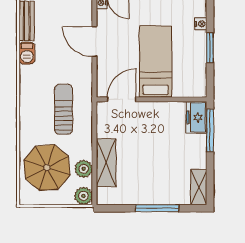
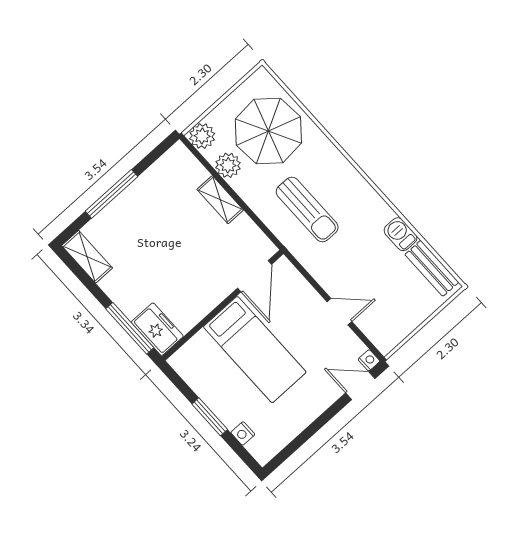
door: (94, 42) -> (339, 312), width x0.73
shelving: (106, 163) -> (220, 200), width x0.67, depth x0.75

